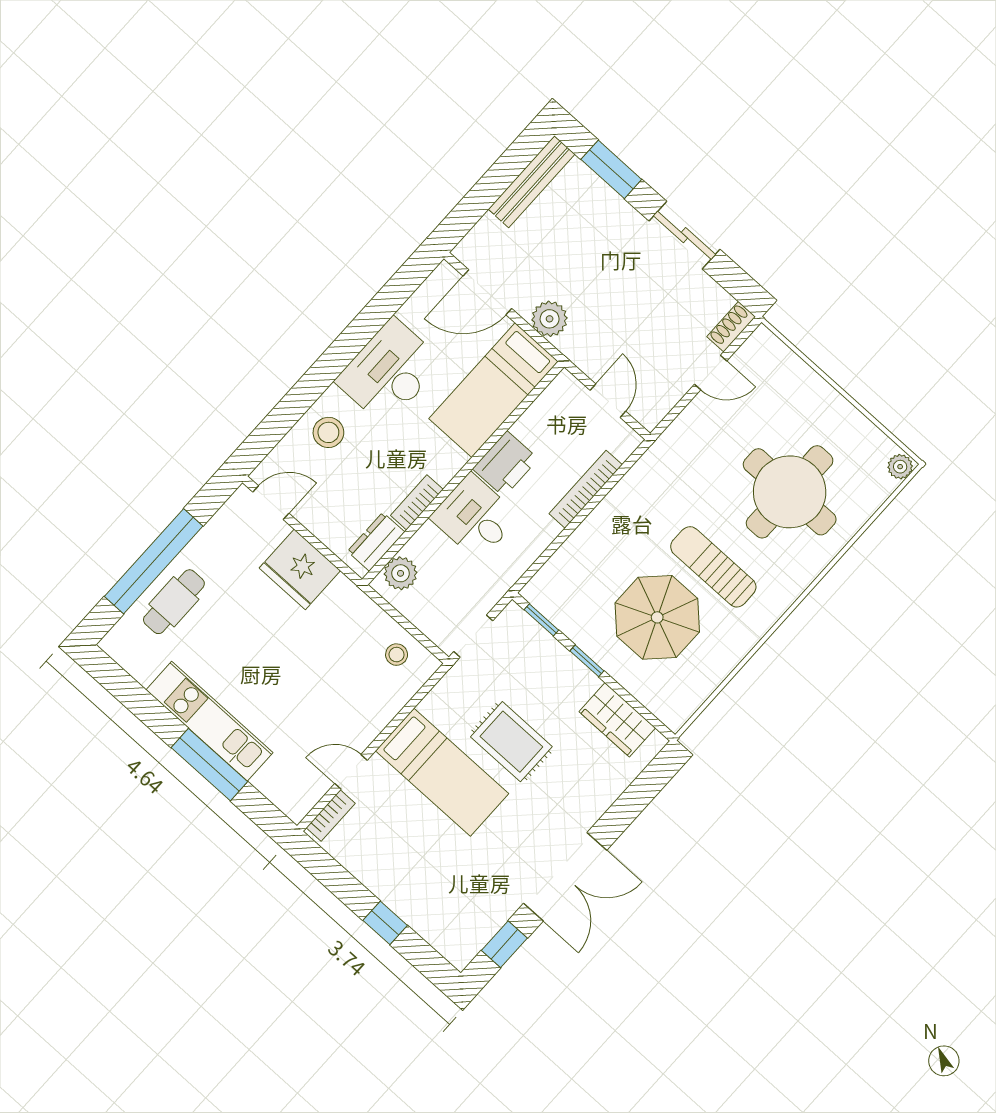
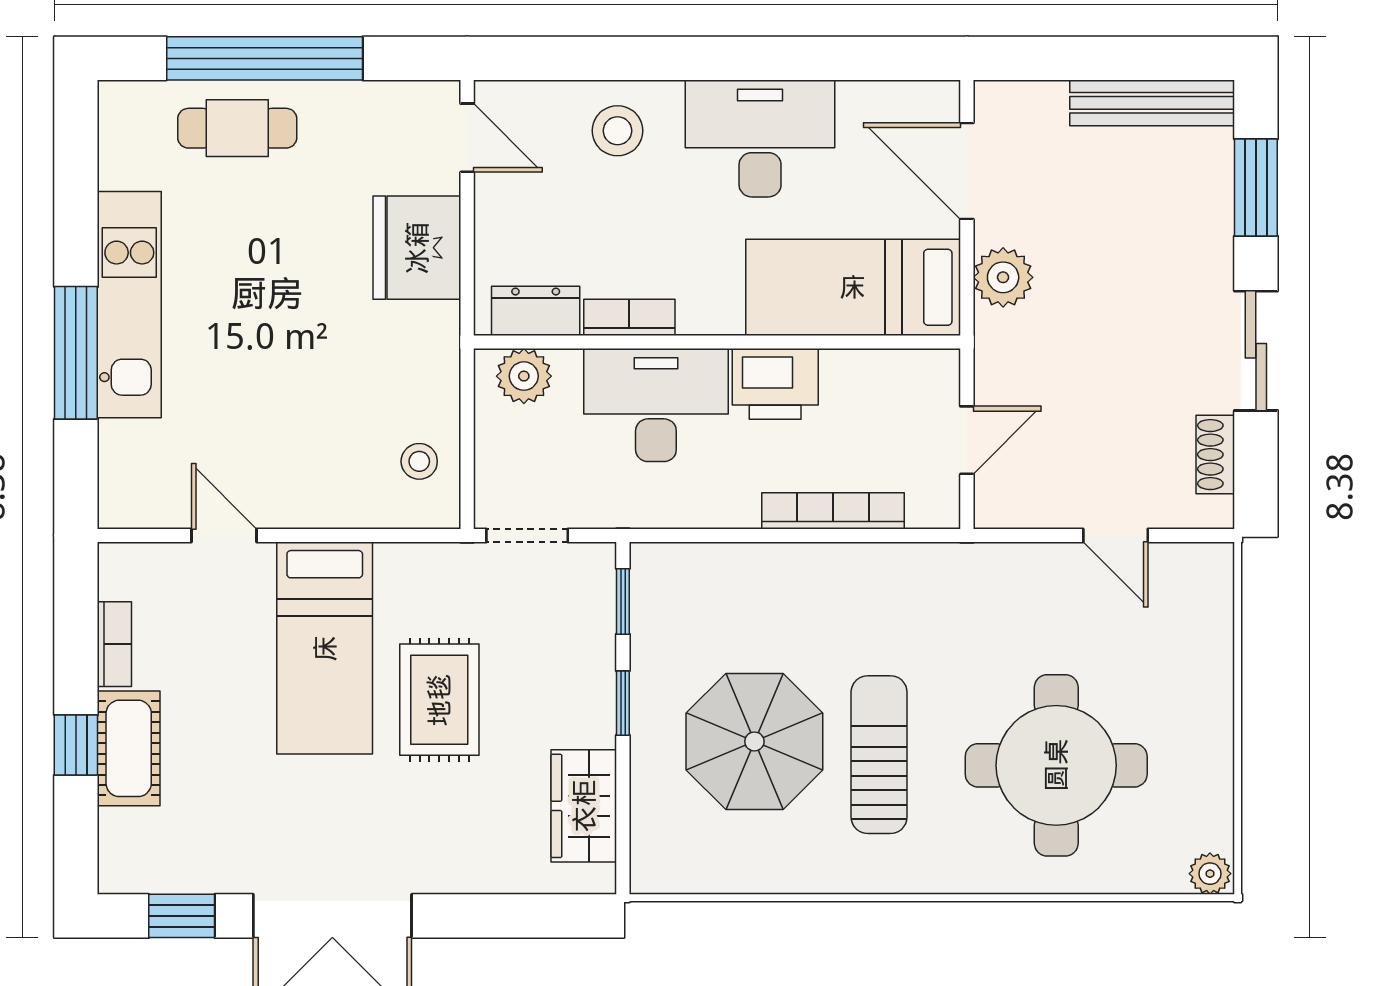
shoe rack: (731, 327) -> (1215, 455), moved, turned -90
desk: (475, 517) -> (656, 405), width x1.37
bookcase: (331, 816) -> (114, 644), moved, turned -90
cot: (408, 900) -> (129, 748), added

